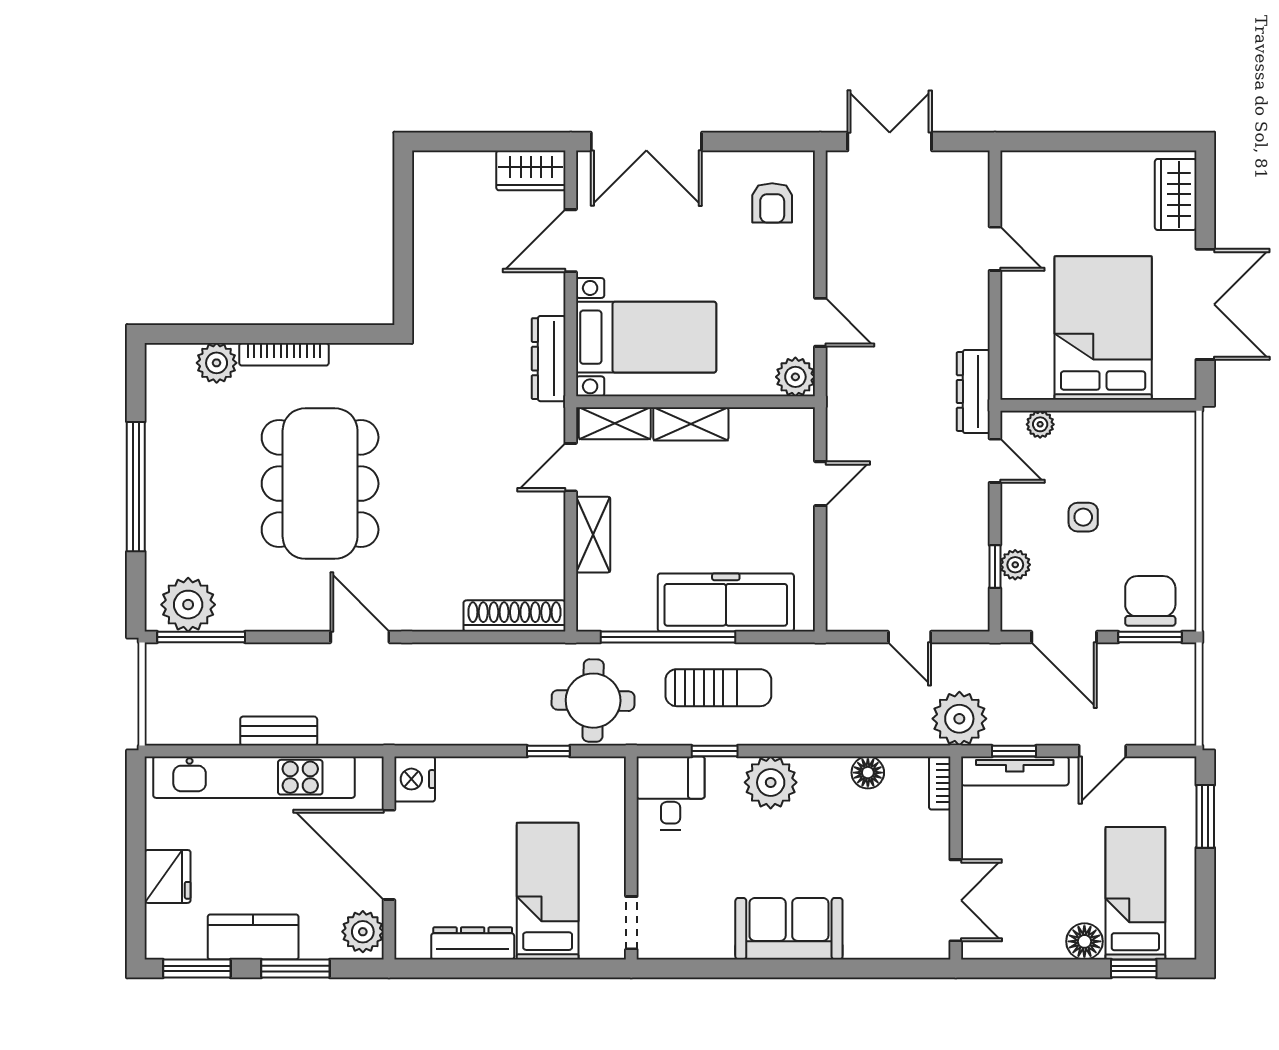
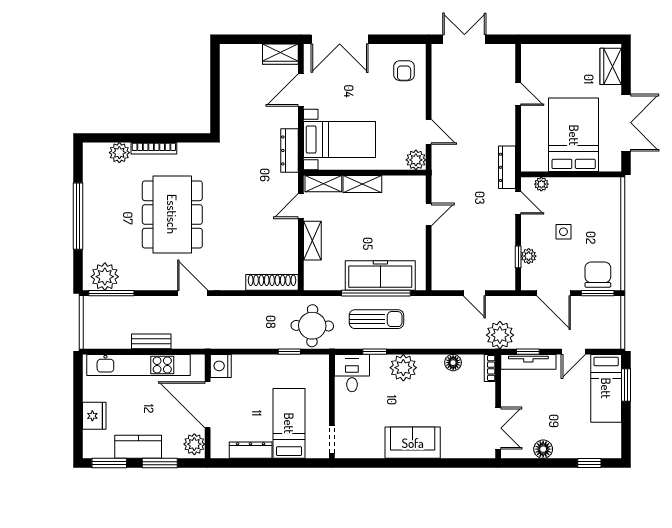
window: (668, 637) -> (376, 293), moved
bed: (1135, 893) -> (606, 388), moved, turned 180
floor lamp: (1084, 941) -> (543, 449), moved

